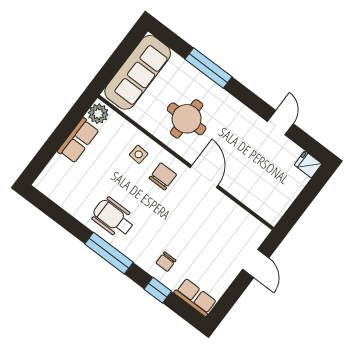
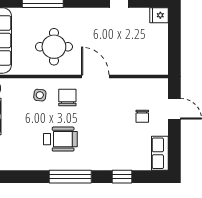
wheelchair: (113, 218) -> (60, 139), moved, turned 180
chair: (166, 262) -> (142, 116), moved
row of seats: (195, 297) -> (160, 153), moved, turned -90

